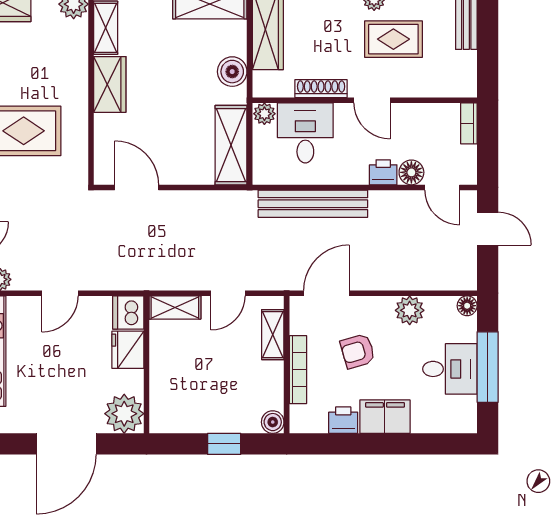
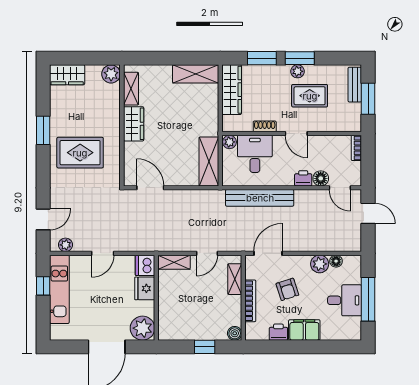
window: (488, 44) -> (368, 99), added
boiler: (232, 72) -> (210, 116), removed
shoe rack: (321, 89) -> (265, 126), width x0.70
floor lamp: (467, 306) -> (336, 261), moved
armchair: (358, 351) -> (287, 289), turned -92

